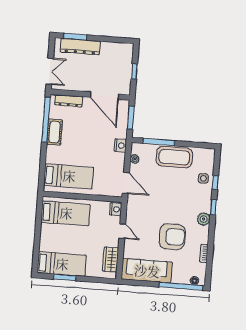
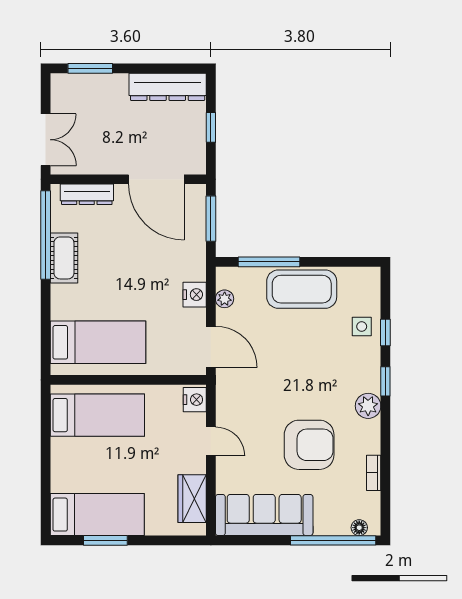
dresser: (80, 46) -> (168, 87), moved
nightstand: (120, 145) -> (195, 295), moved

